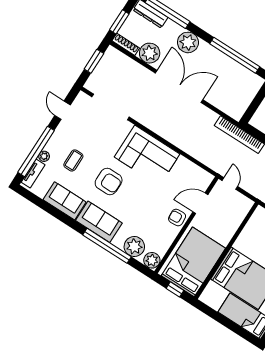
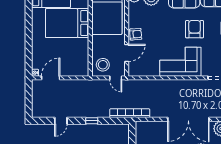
armchair: (109, 181) -> (195, 29), turned 90
stool: (235, 207) -> (103, 65), added

